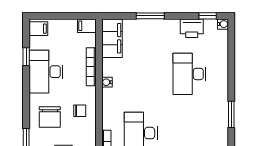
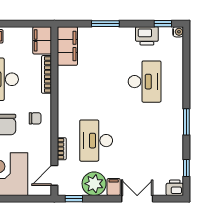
filing cabinet: (87, 26) -> (42, 40), width x2.00
desk: (189, 74) -> (145, 82), turned 180
water cooler: (107, 82) -> (62, 90), removed

